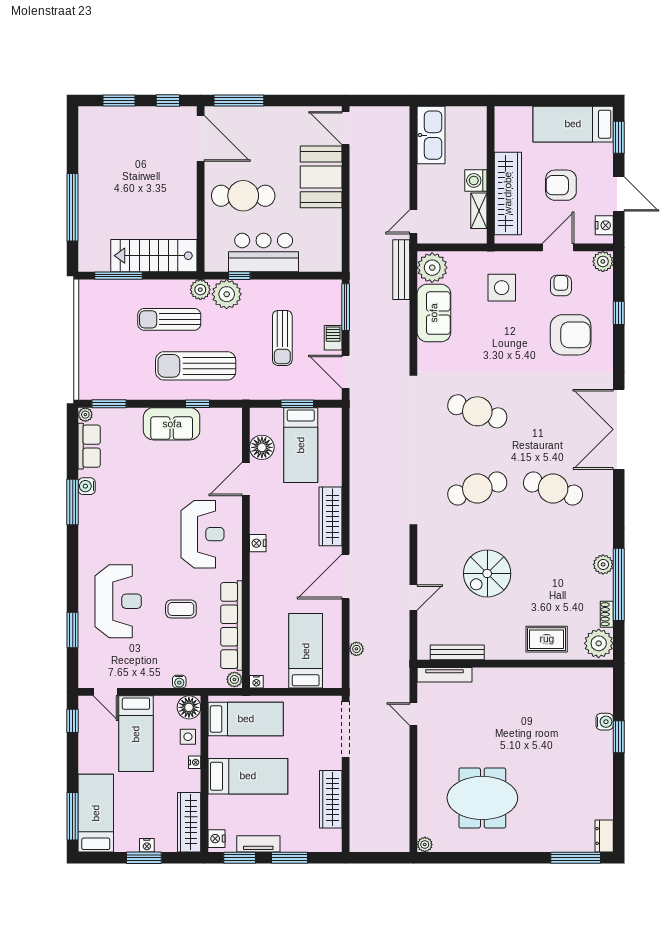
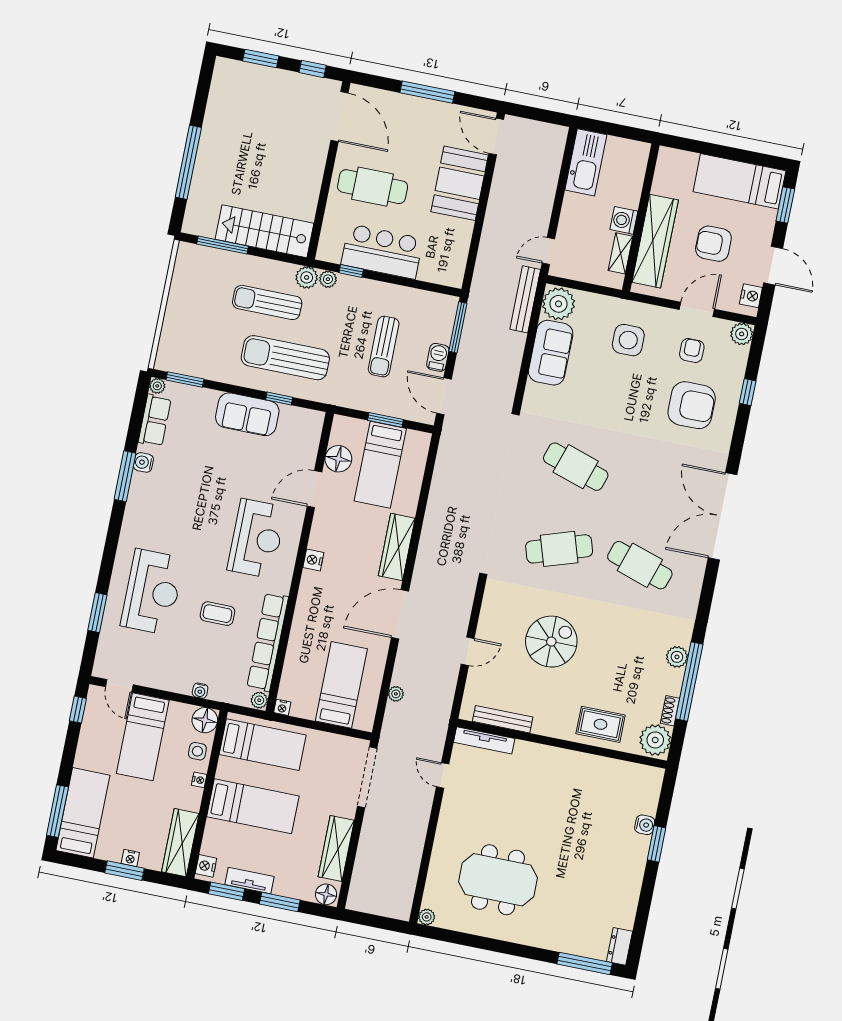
window: (239, 101) -> (427, 92), moved
plant: (227, 294) -> (328, 279), width x0.53, depth x0.53
spiral stairs: (487, 573) -> (551, 642), turned 180
floor lamp: (330, 842) -> (326, 894), added

